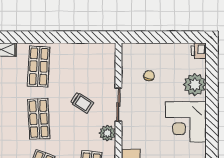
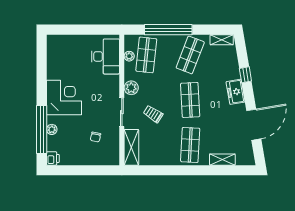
shelving: (107, 64) -> (131, 147), added
window: (212, 84) -> (42, 130), added
plant: (195, 85) -> (52, 129), width x0.53, depth x0.53

